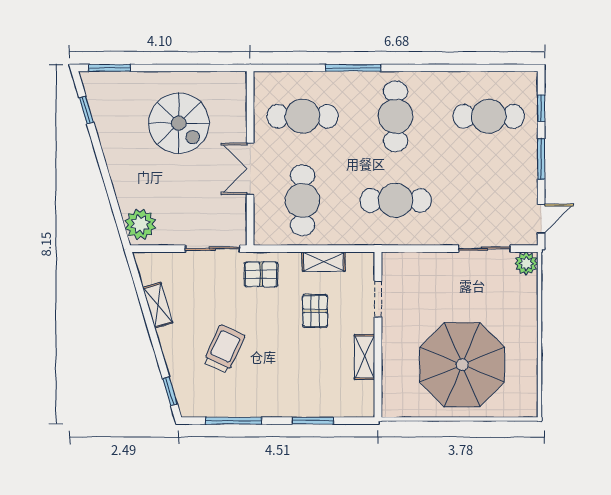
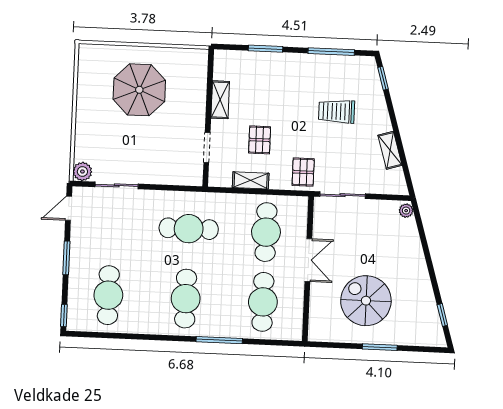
window: (110, 68) -> (380, 347), moved
window: (541, 108) -> (64, 316), moved
cafe table: (303, 116) -> (263, 302), turned 90
cafe table: (489, 116) -> (108, 295), turned 90
plant: (140, 224) -> (406, 211), width x0.53, depth x0.53
pallet: (261, 274) -> (303, 172), turned 90
trolley: (224, 349) -> (337, 111), turned 65
parasol: (462, 365) -> (139, 90), width x0.73, depth x0.73

